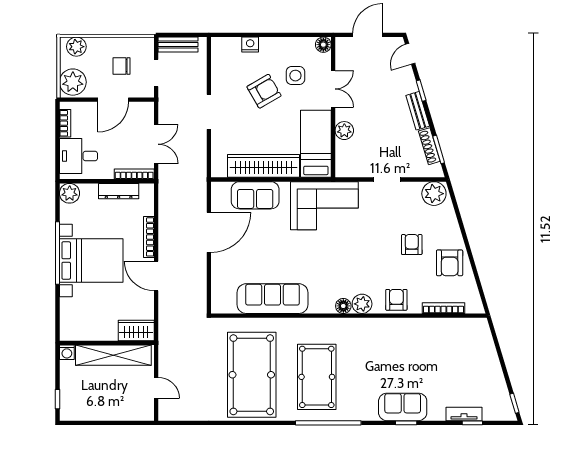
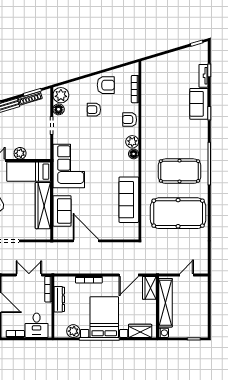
floor lamp: (412, 190) -> (59, 109), added
plant: (70, 193) -> (73, 331), moved
door: (156, 276) -> (129, 275), moved
wardrobe: (70, 316) -> (140, 331), added
sofa: (403, 407) -> (199, 104), moved

